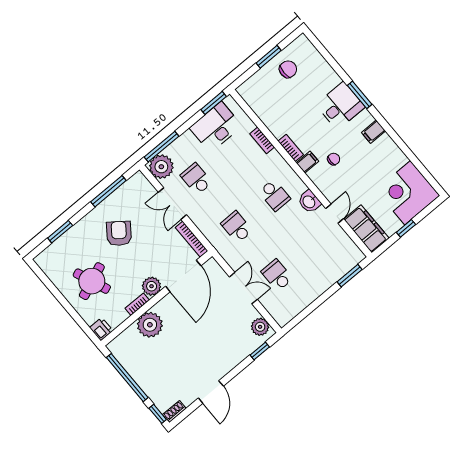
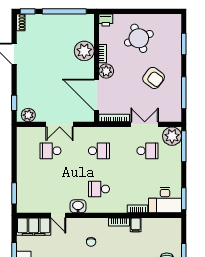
desk: (216, 127) -> (165, 200), moved, turned 90
filing cabinet: (307, 162) -> (136, 225), moved
school desk: (277, 275) -> (50, 151), turned 180

